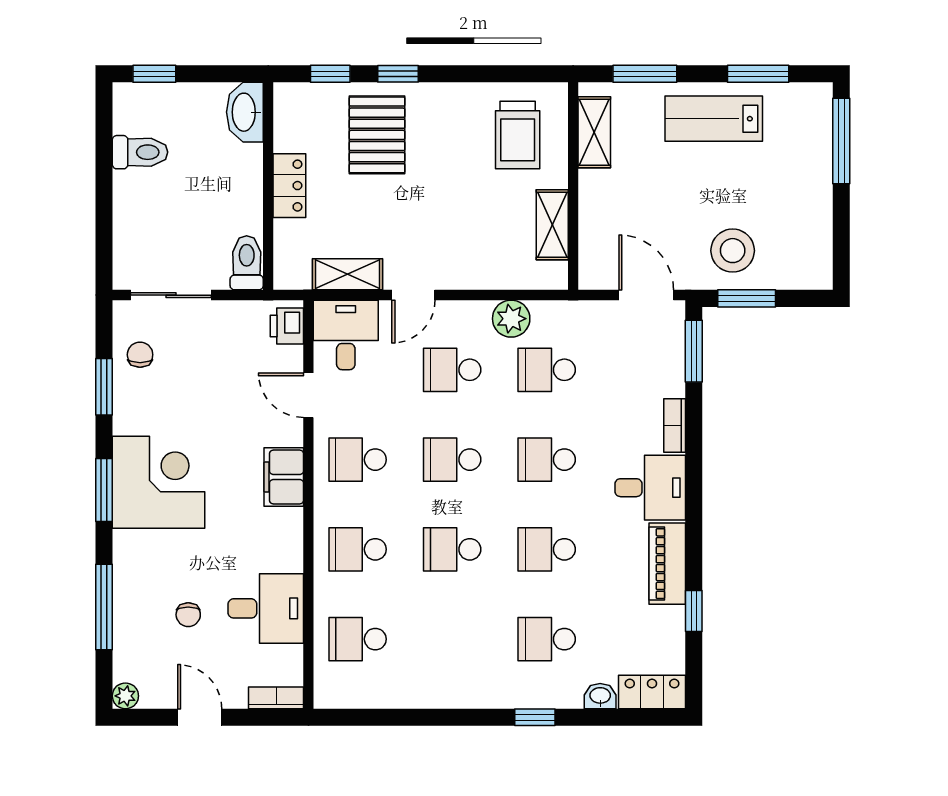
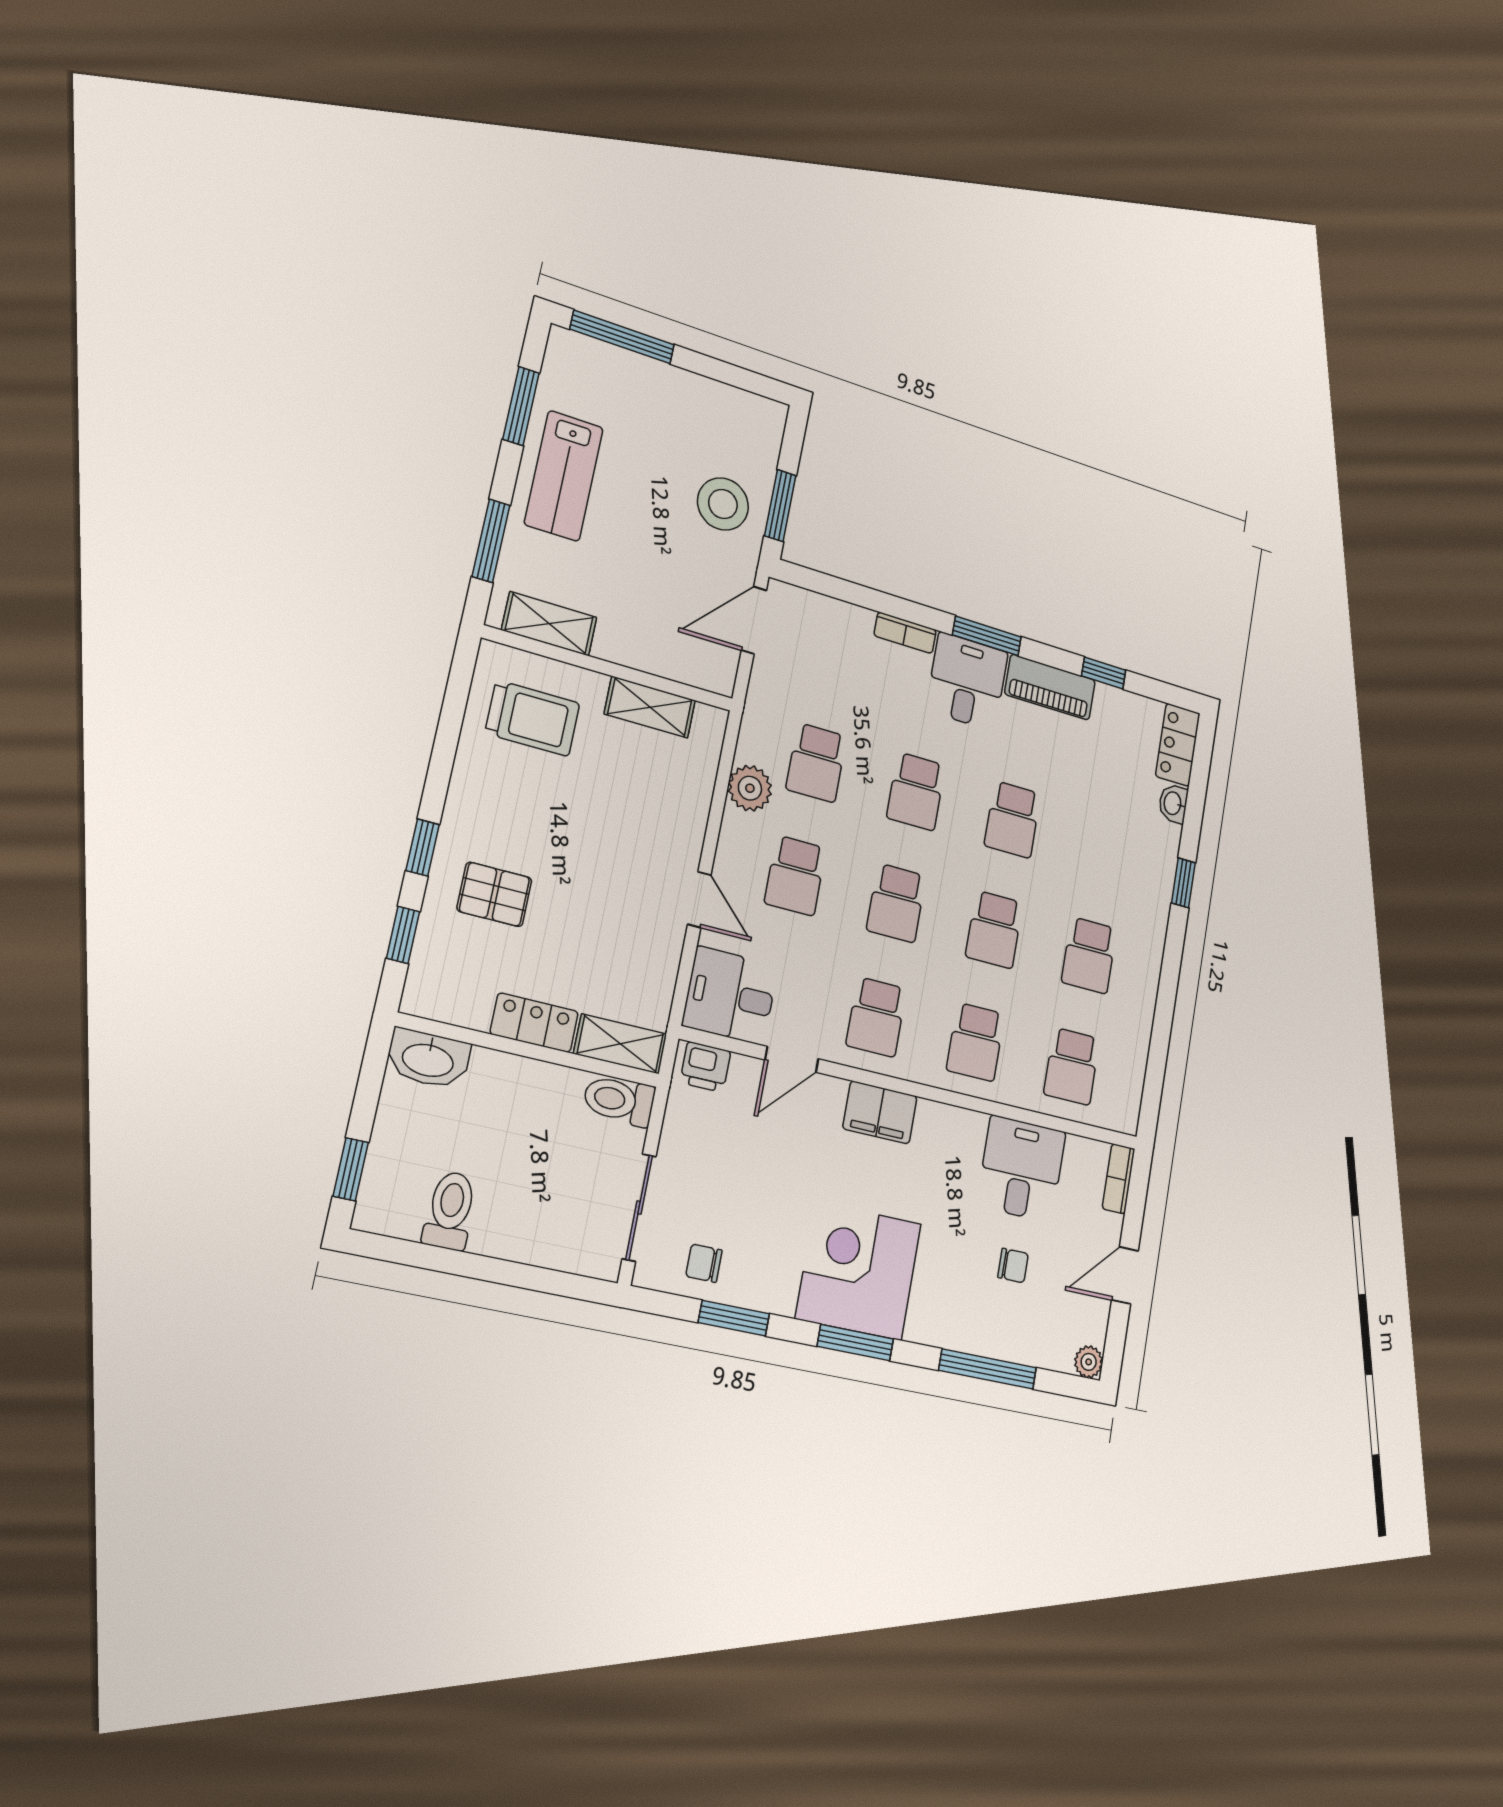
pallet: (377, 135) -> (494, 894), width x0.67, depth x0.71
shelving: (347, 274) -> (620, 1044), moved, turned 90
window: (694, 351) -> (987, 636), moved
school desk: (547, 639) -> (1089, 955), moved

